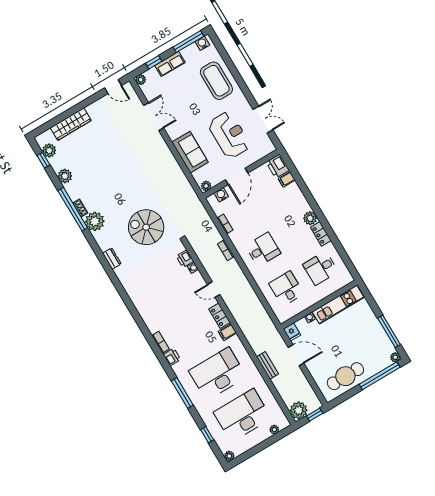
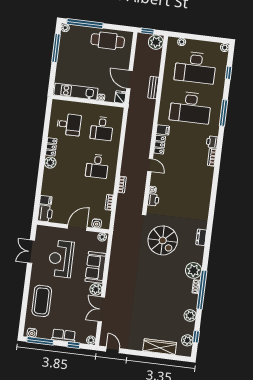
plant: (174, 131) -> (96, 289), added
desk: (263, 249) -> (97, 166), turned -90

